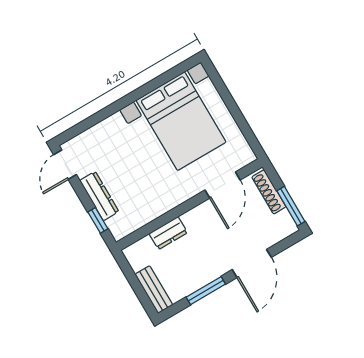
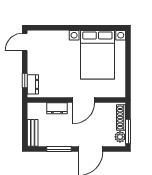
door: (223, 185) -> (84, 100), moved
dresser: (99, 196) -> (33, 84), moved, width x0.70
plant: (284, 221) -> (120, 137), added

